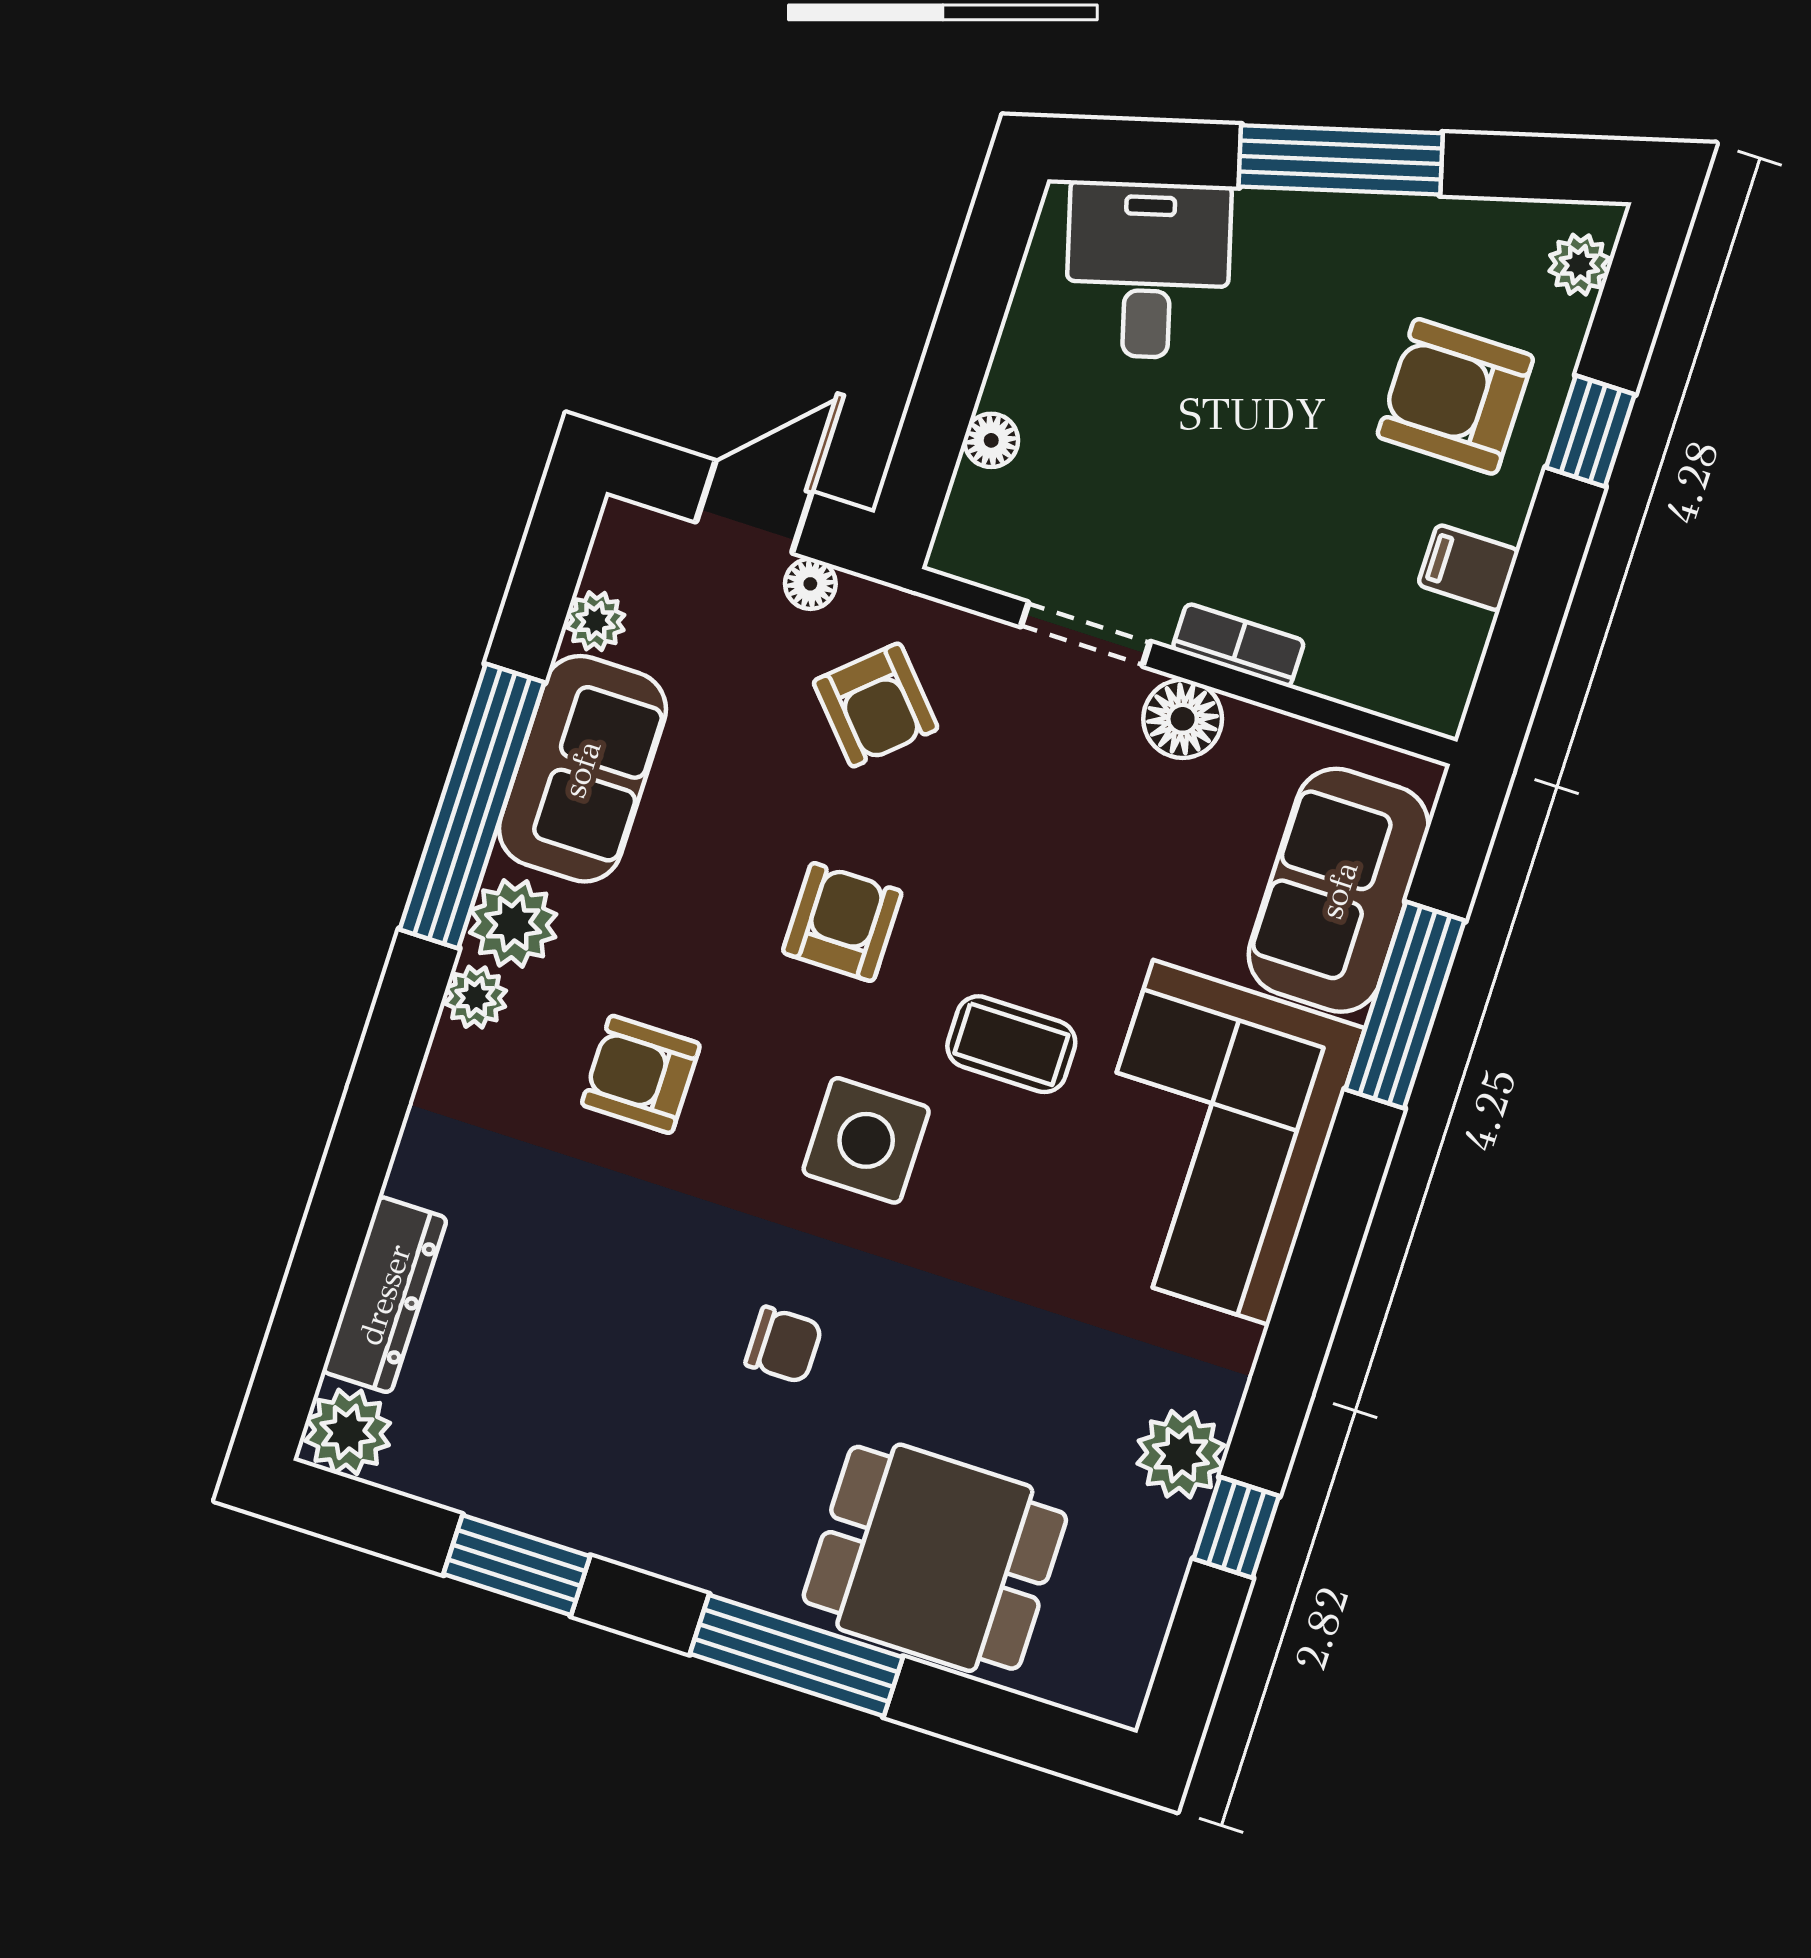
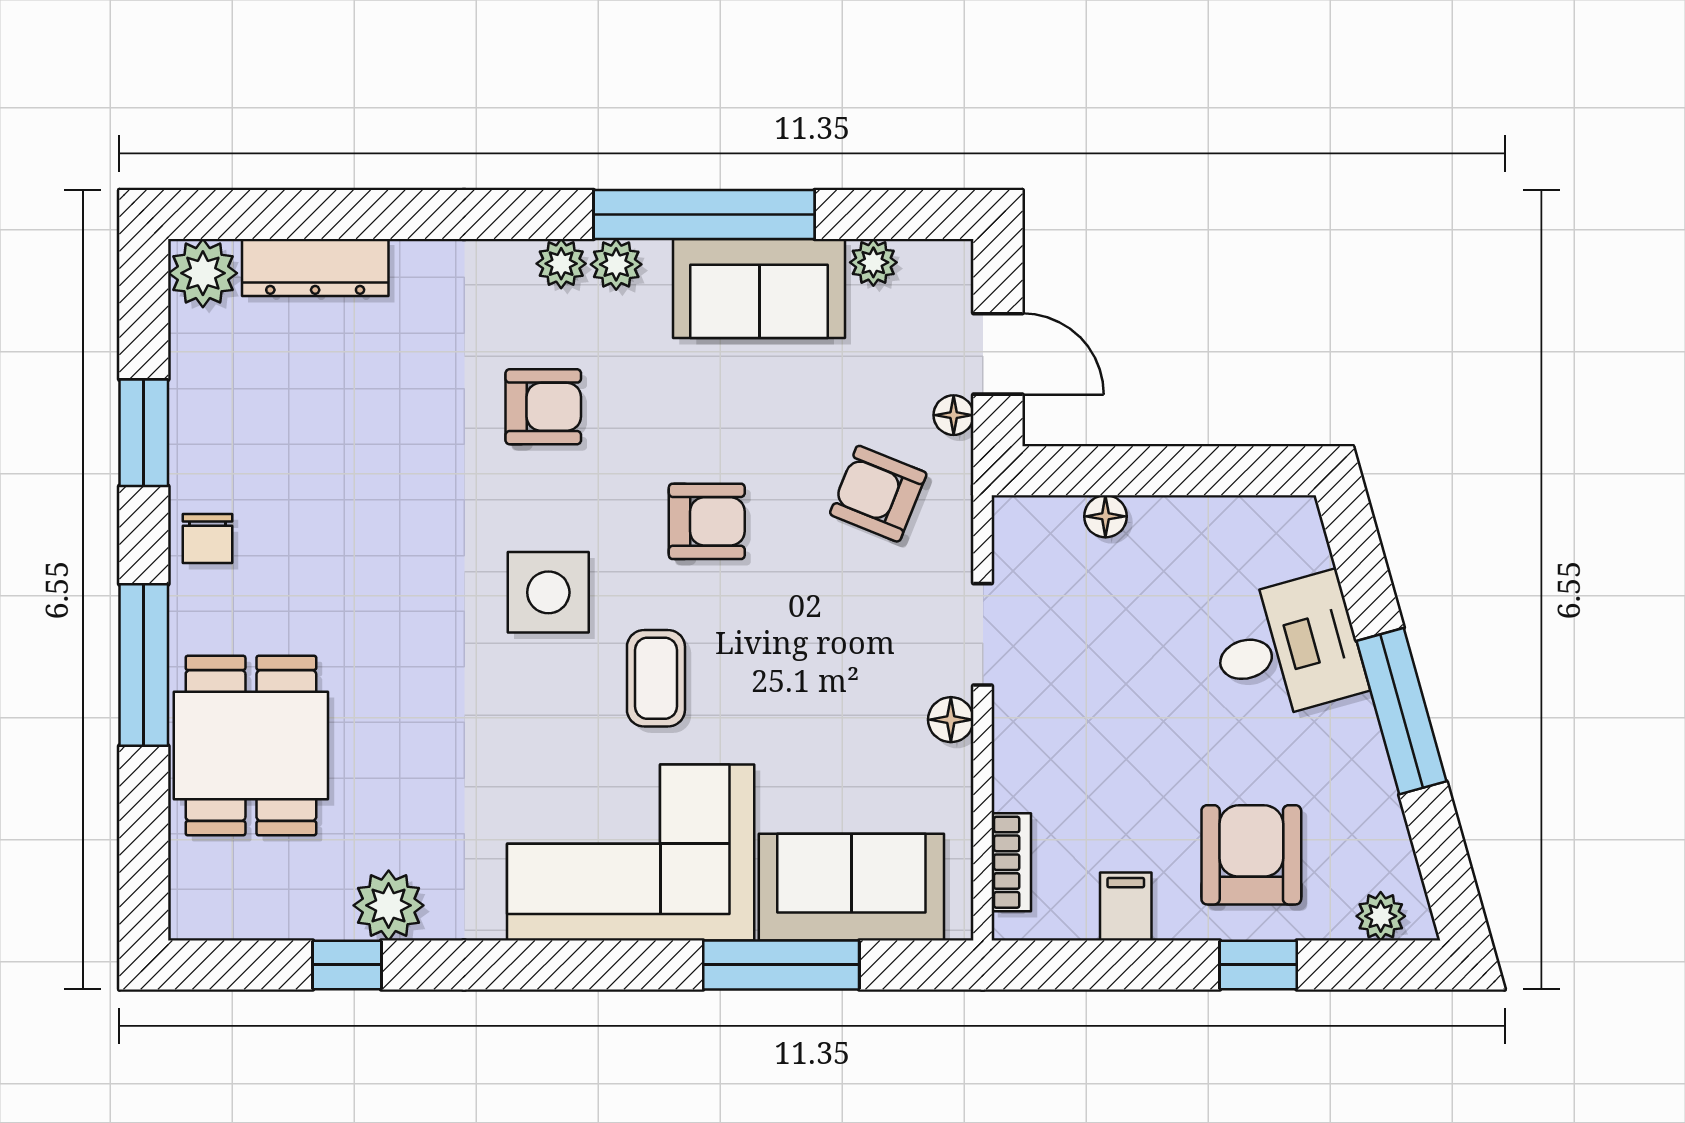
desk: (1148, 270) -> (1287, 648), moved
bookcase: (1238, 645) -> (1011, 862), moved
armchair: (876, 705) -> (878, 494), turned 64
floor lamp: (1183, 719) -> (951, 720), width x0.73, depth x0.73
plant: (513, 923) -> (616, 264), width x0.73, depth x0.73
armchair: (641, 1074) -> (543, 407), turned 90
chair: (784, 1345) -> (207, 539), moved

